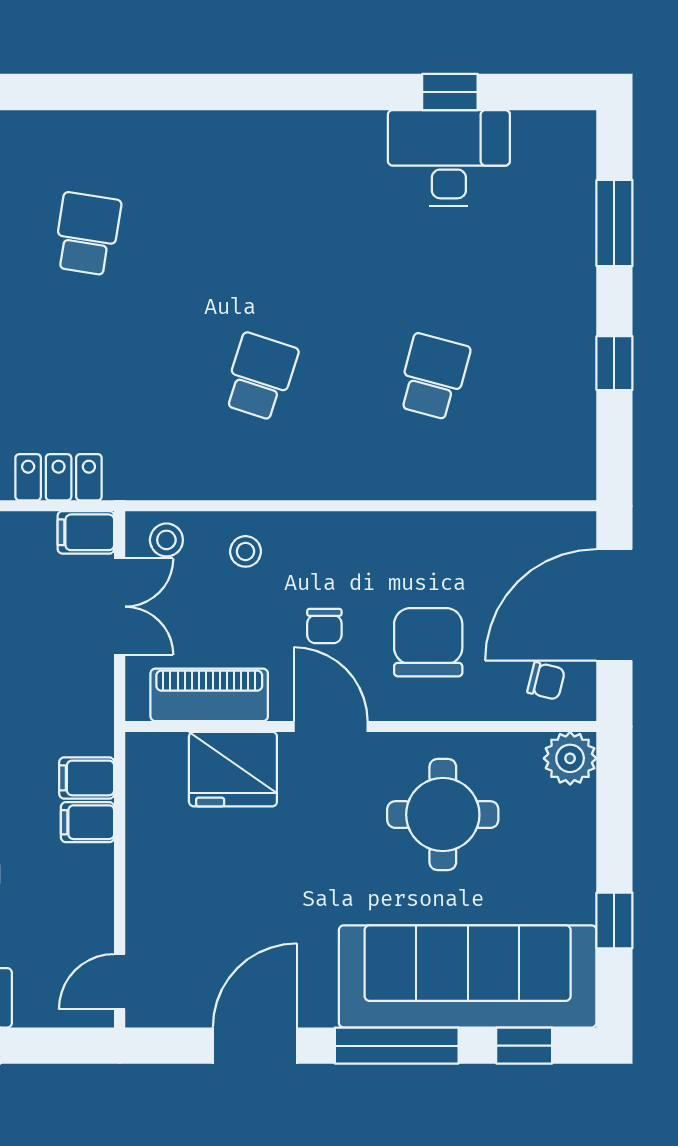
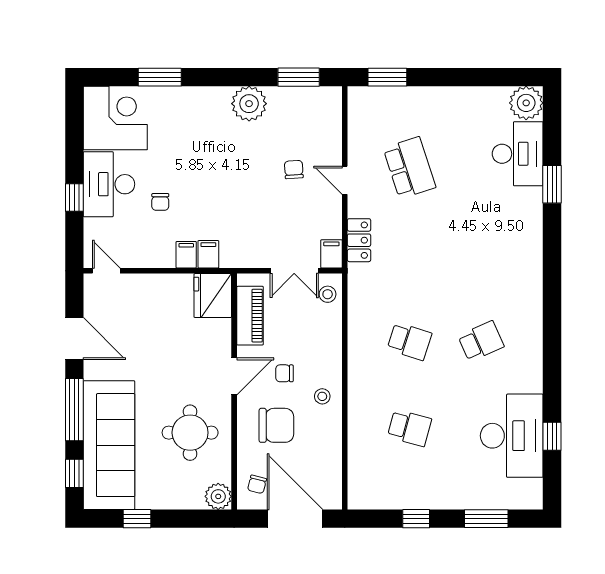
desk: (449, 158) -> (512, 436), width x1.36, depth x1.30
school desk: (87, 234) -> (481, 341), moved, turned -33
stool: (246, 551) -> (322, 396), moved
fridge: (233, 769) -> (213, 296), moved

